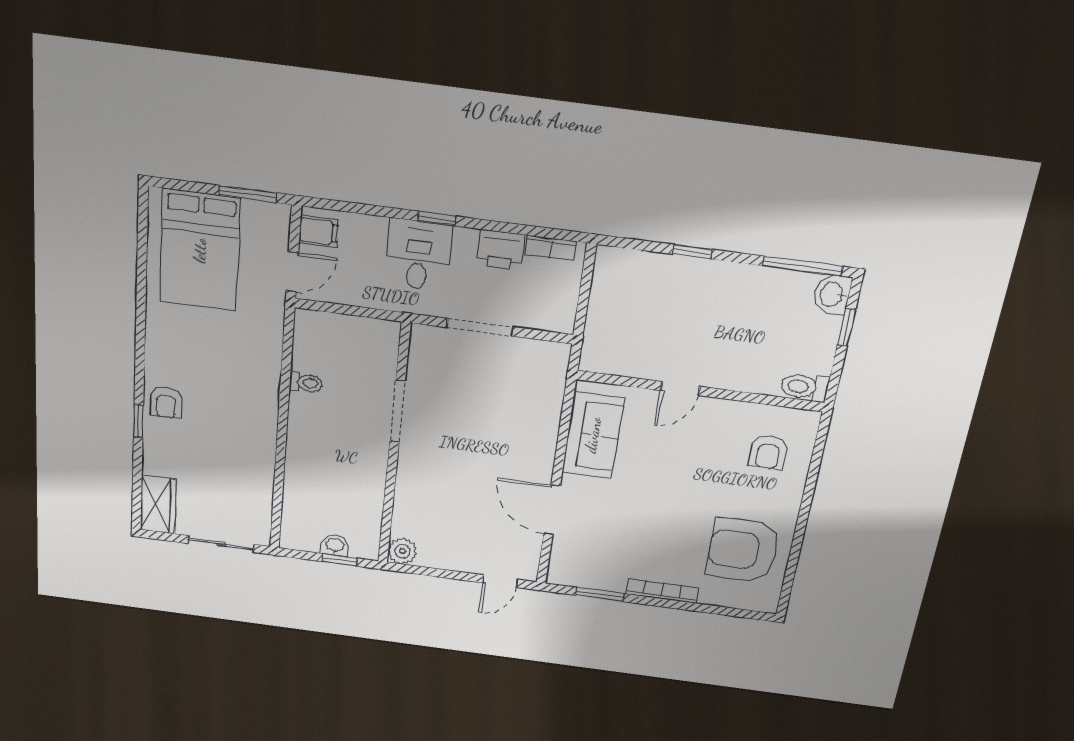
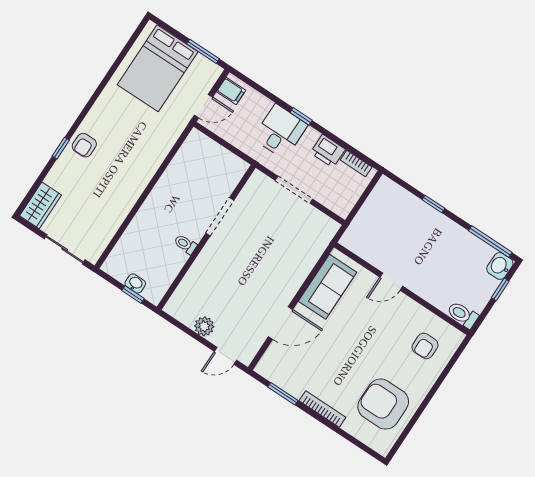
toilet: (306, 383) -> (185, 244), moved, turned 180
door: (552, 510) -> (280, 323), swing flipped
plant: (402, 551) -> (204, 326), moved

